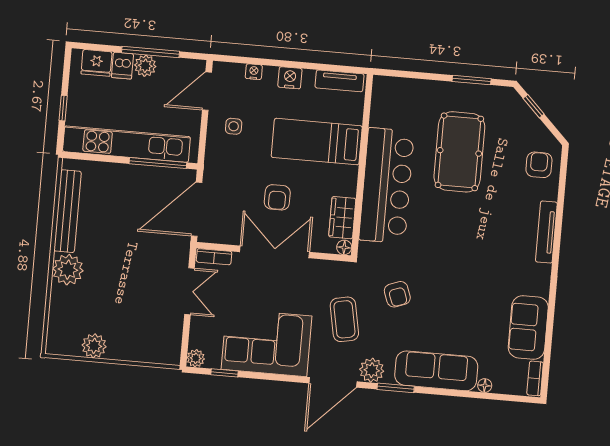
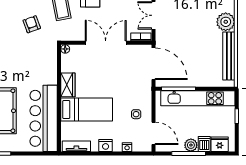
door: (207, 91) -> (153, 133), hinge flipped
bar counter: (387, 186) -> (44, 118), moved
armchair: (277, 197) -> (107, 75), removed
door: (197, 209) -> (153, 64), hinge flipped
wardrobe: (342, 218) -> (68, 85), moved
double door: (275, 252) -> (106, 43), swing flipped

